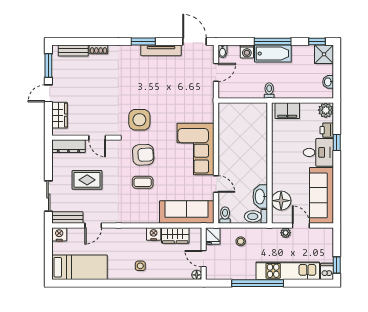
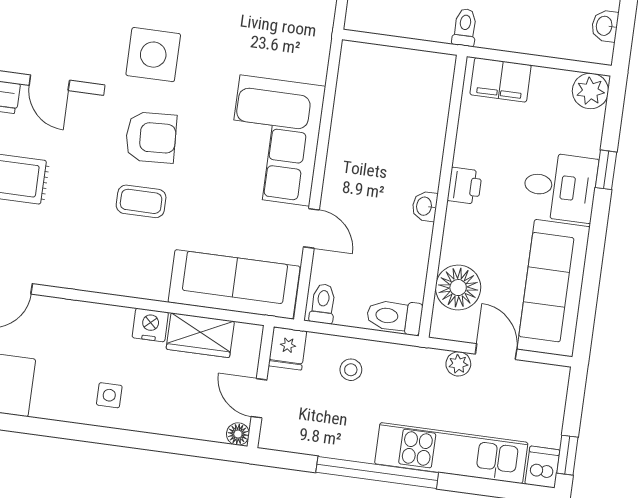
printer: (327, 130) -> (465, 186), moved, turned 180
washbasin: (260, 197) -> (425, 206), moved, width x0.52, depth x0.69

